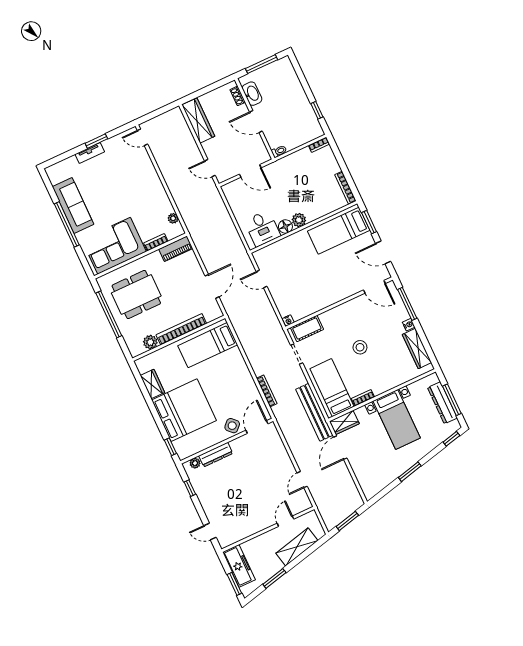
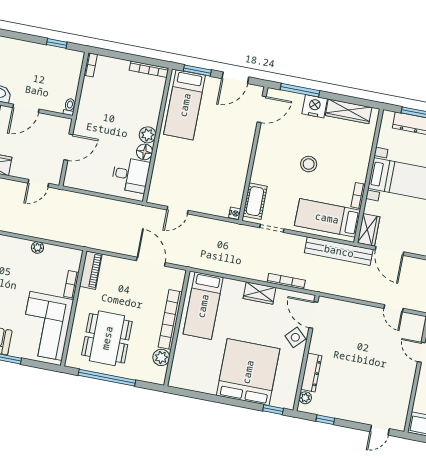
plant: (173, 218) -> (37, 247), moved
nightstand: (409, 325) -> (315, 106), width x1.89, depth x1.79
wardrobe: (152, 384) -> (259, 293), moved, turned 180

